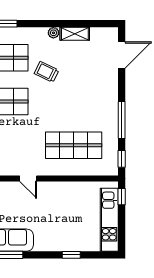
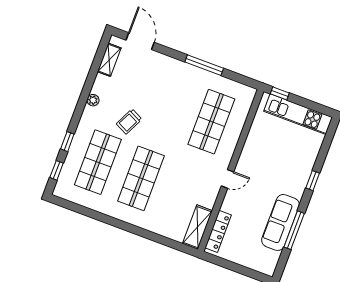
shelving: (75, 34) -> (109, 60), moved
window: (122, 159) -> (242, 79), removed
window: (71, 255) -> (313, 181), moved

